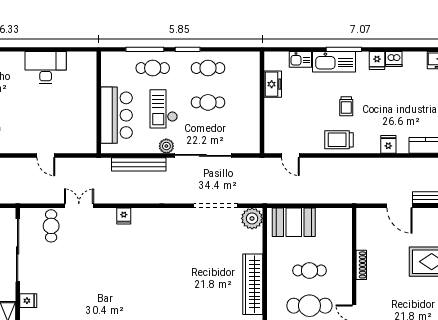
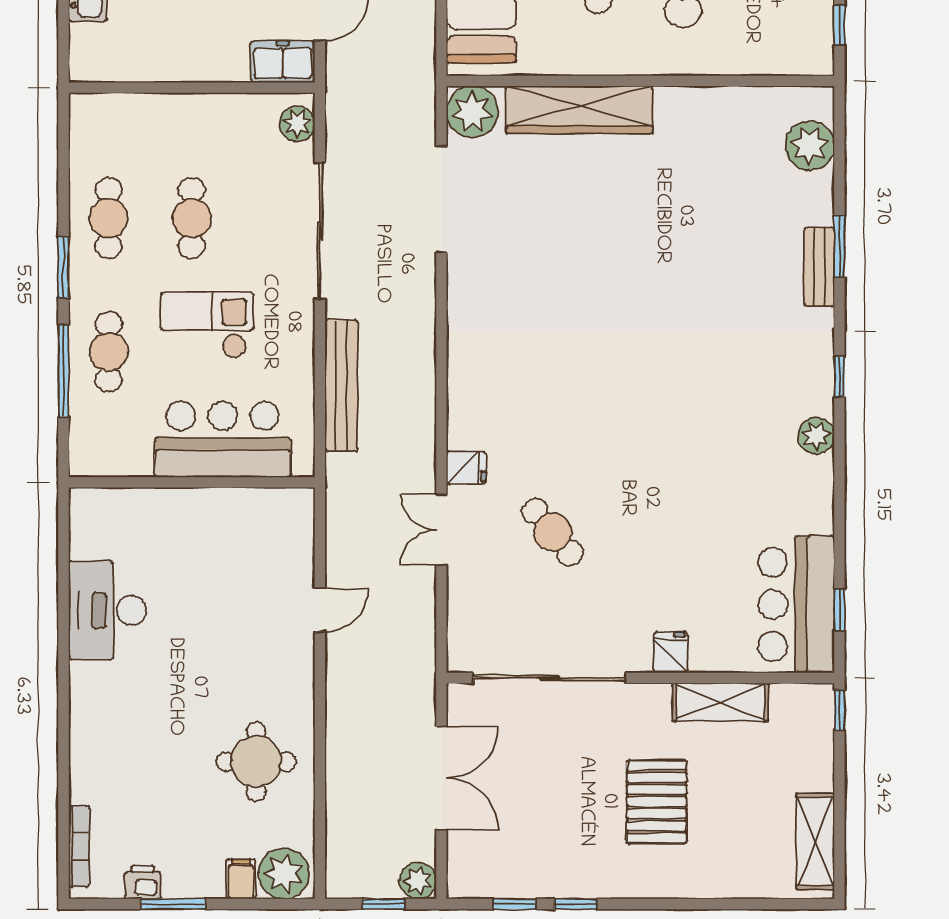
freezer: (273, 84) -> (283, 62), moved
checkout: (164, 109) -> (207, 325), turned 180
plant: (166, 146) -> (297, 124), moved
fridge: (124, 216) -> (466, 468), moved
cafe table: (51, 226) -> (553, 532), moved, turned 50
wardrobe: (253, 284) -> (579, 110), moved

